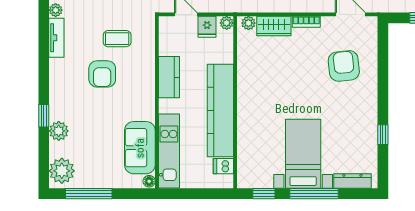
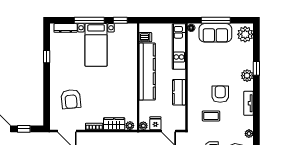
tv unit: (56, 38) -> (248, 103), moved
plant: (59, 131) -> (247, 76), moved
sofa: (140, 148) -> (215, 33), moved, turned 90
window: (89, 194) -> (216, 20), moved

